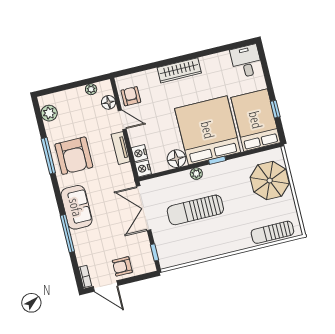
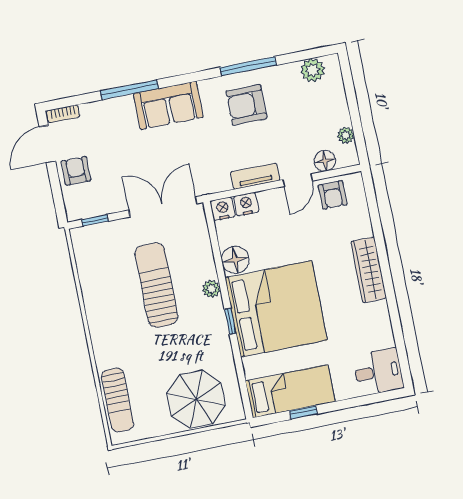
armchair: (131, 96) -> (333, 195), turned 90
bed: (256, 120) -> (290, 391), width x0.67
armchair: (74, 156) -> (247, 105), width x0.73, depth x0.73
sun lounger: (272, 232) -> (118, 400), turned 180

